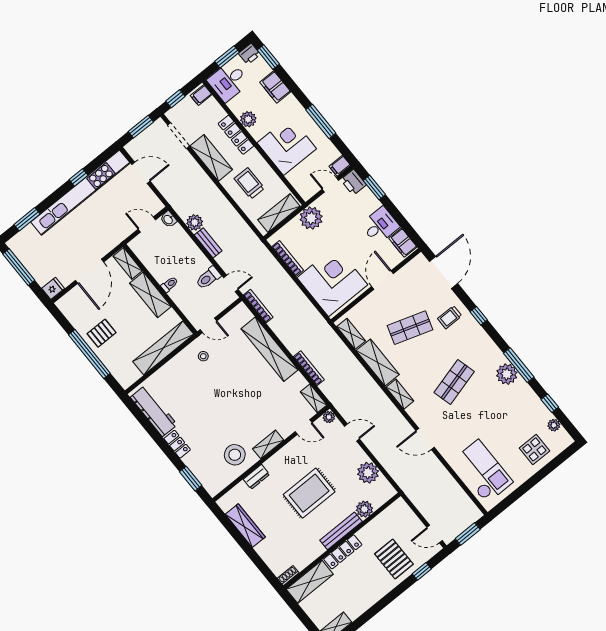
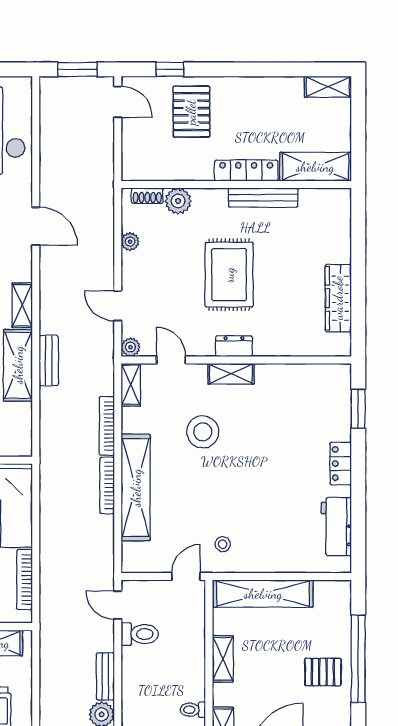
toilet: (170, 284) -> (193, 710), moved
shelving: (150, 295) -> (223, 659), width x0.67, depth x0.75
bookcase: (258, 306) -> (107, 485), moved
door: (208, 325) -> (186, 576), hinge flipped
shelving: (351, 334) -> (22, 426), removed
bench: (364, 377) -> (49, 361), added
workbench: (154, 411) -> (336, 527), width x0.73
stool: (235, 455) -> (203, 432), moved
plant: (368, 473) -> (130, 242), width x0.53, depth x0.53
dresser: (256, 477) -> (234, 346), moved
rug: (309, 493) -> (229, 275), turned 90
bench: (341, 531) -> (263, 198), moved
shoe rack: (288, 576) -> (147, 196), moved

